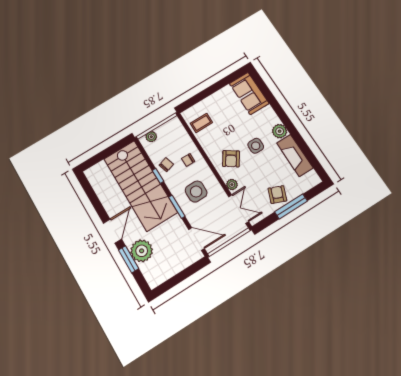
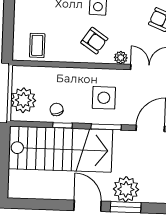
plant: (151, 137) -> (23, 100), width x1.88, depth x1.88
chair: (188, 160) -> (67, 84), removed

